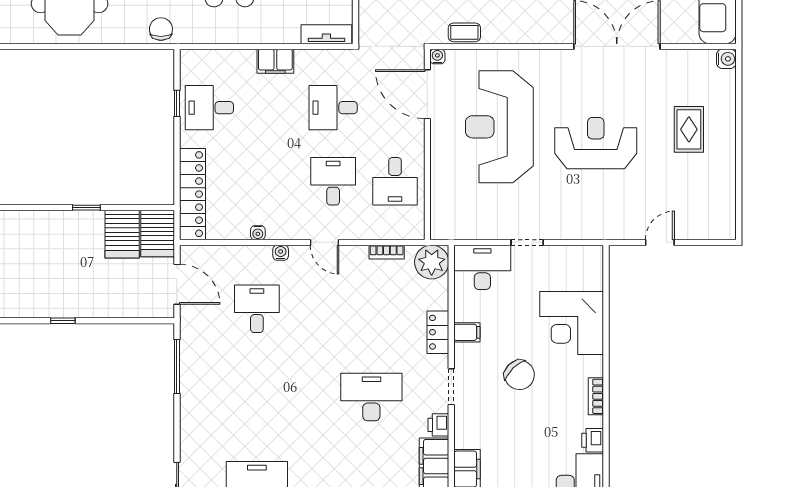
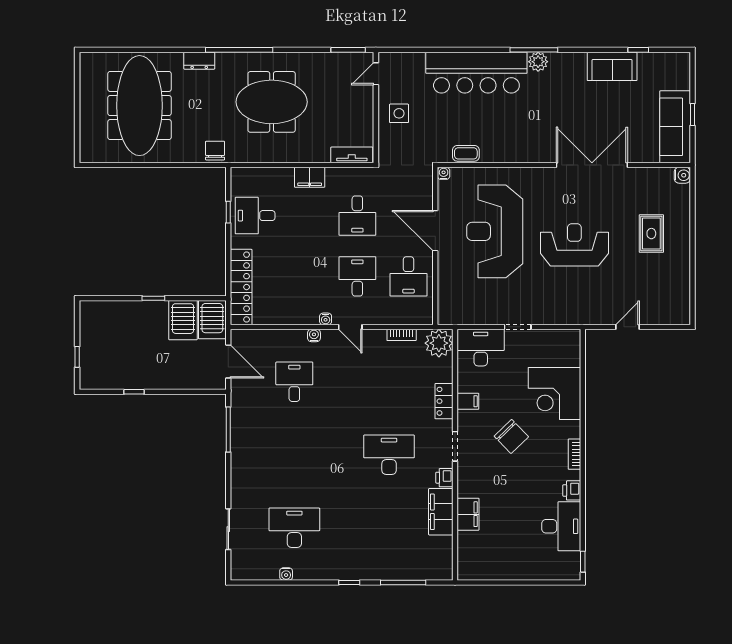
door: (427, 94) -> (435, 231), moved
desk: (333, 108) -> (357, 216), turned -90
water cooler: (258, 233) -> (326, 319), moved

